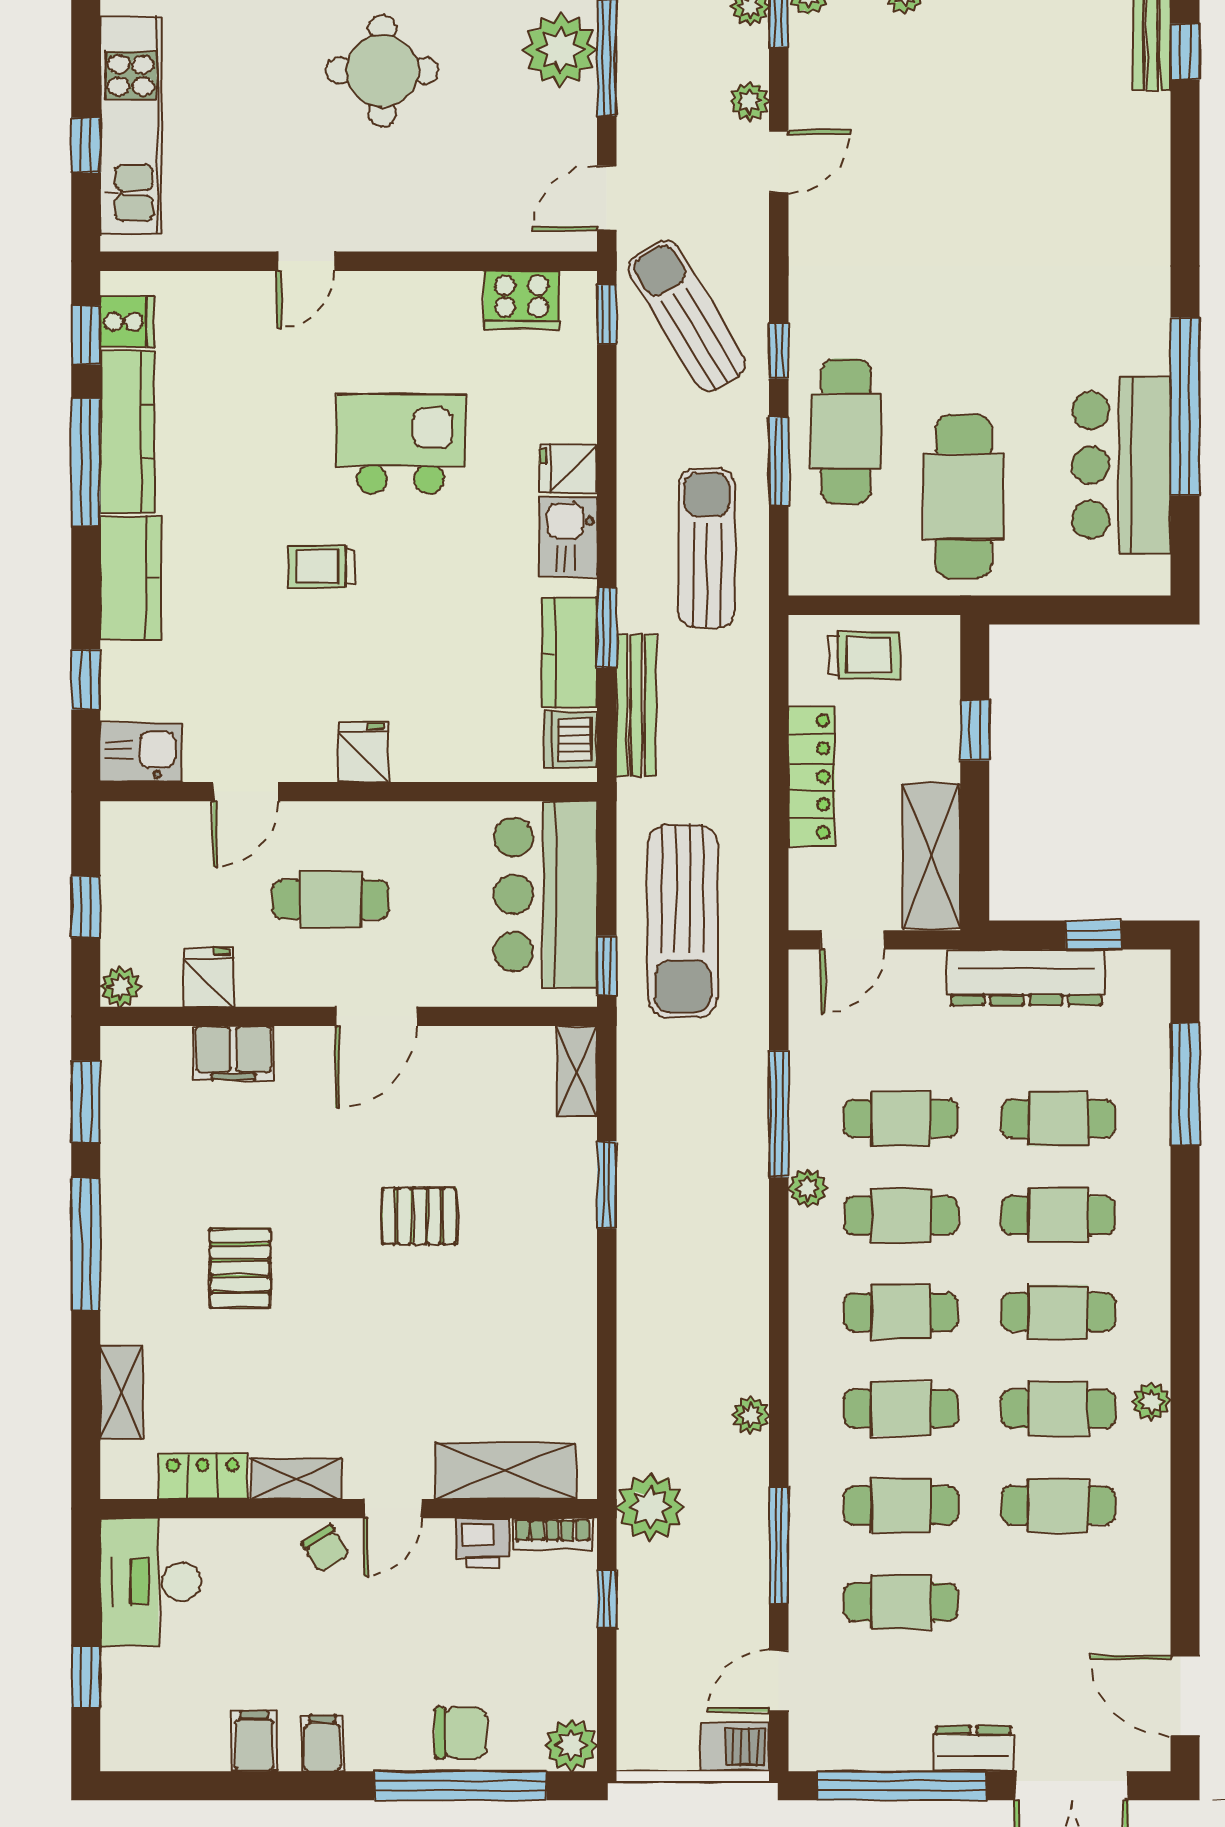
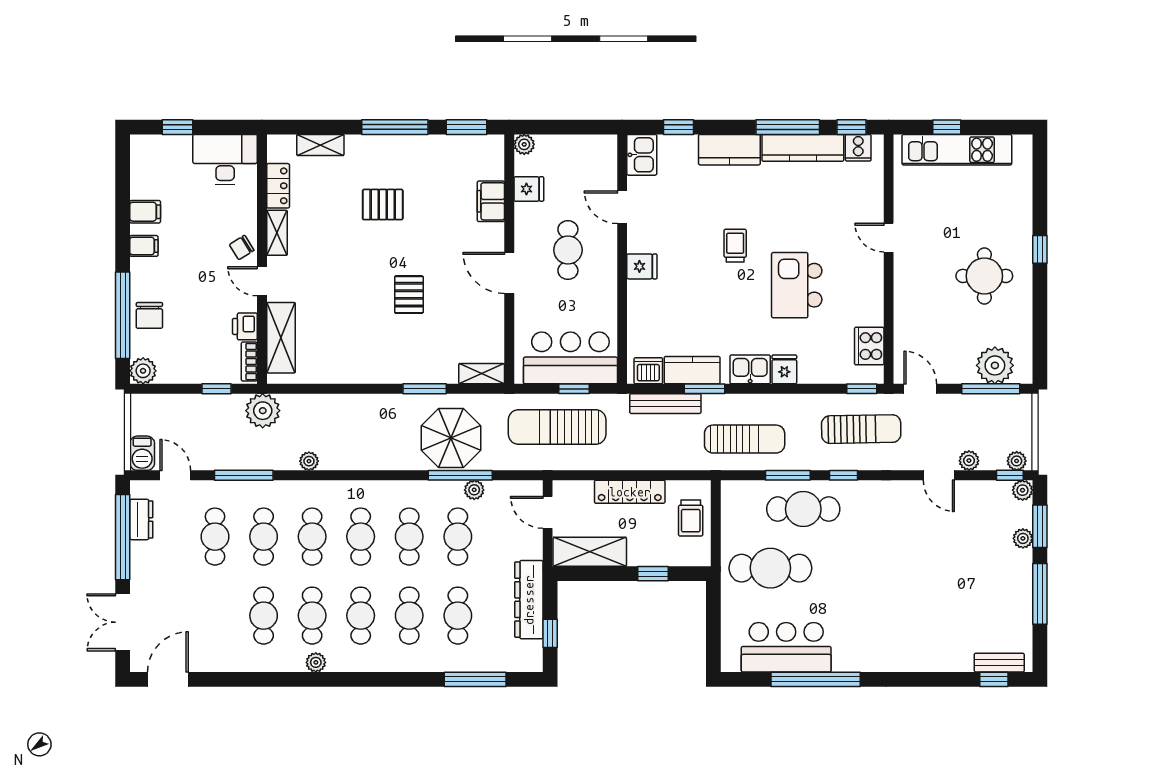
sun lounger: (687, 316) -> (861, 429), turned 30
kitchen island: (400, 444) -> (797, 285), turned 180
window: (86, 907) -> (564, 127), removed
window: (607, 966) -> (574, 389), moved
parasol: (705, 1132) -> (451, 438), added
plant: (808, 1188) -> (474, 490), moved
dresser: (973, 1749) -> (141, 519), moved

